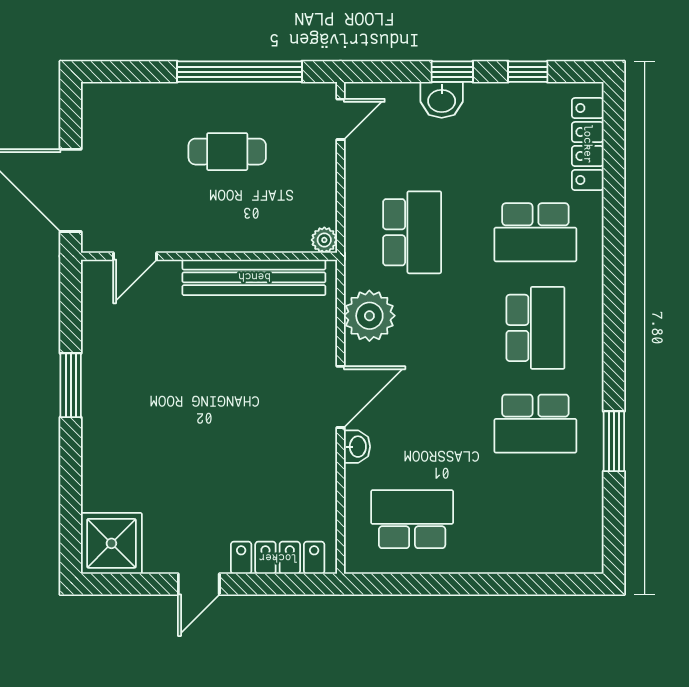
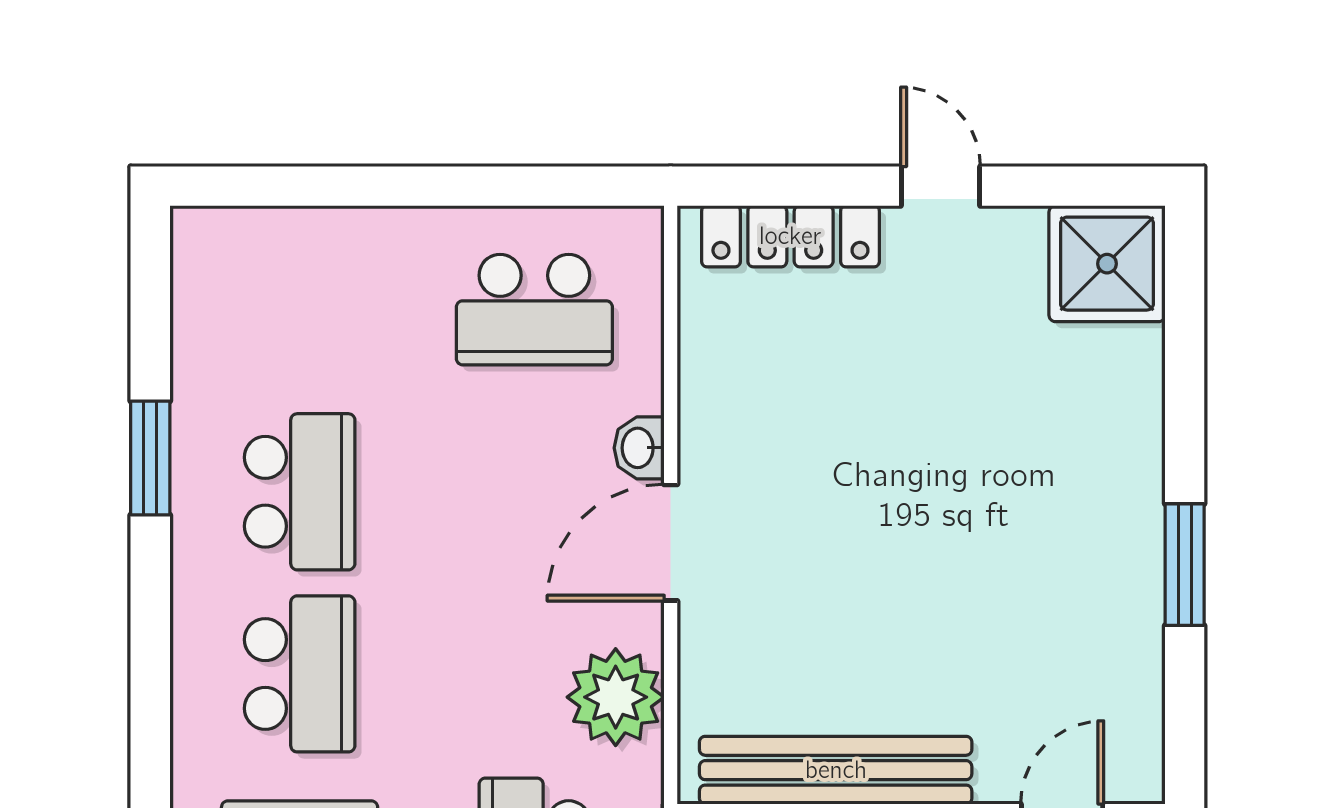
school desk: (535, 328) -> (300, 674), turned 180
school desk: (535, 424) -> (300, 492), turned 90
door: (199, 584) -> (941, 186), hinge flipped

